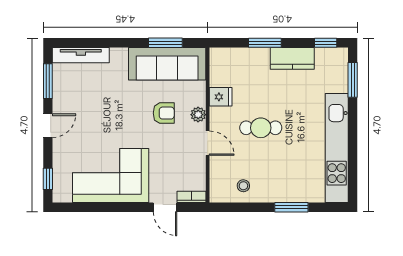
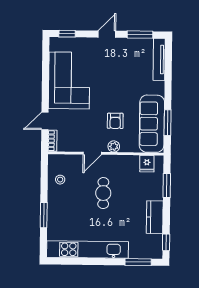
window: (265, 43) -> (167, 186), moved
fridge: (221, 97) -> (147, 164), moved
door: (48, 126) -> (107, 34), swing flipped

